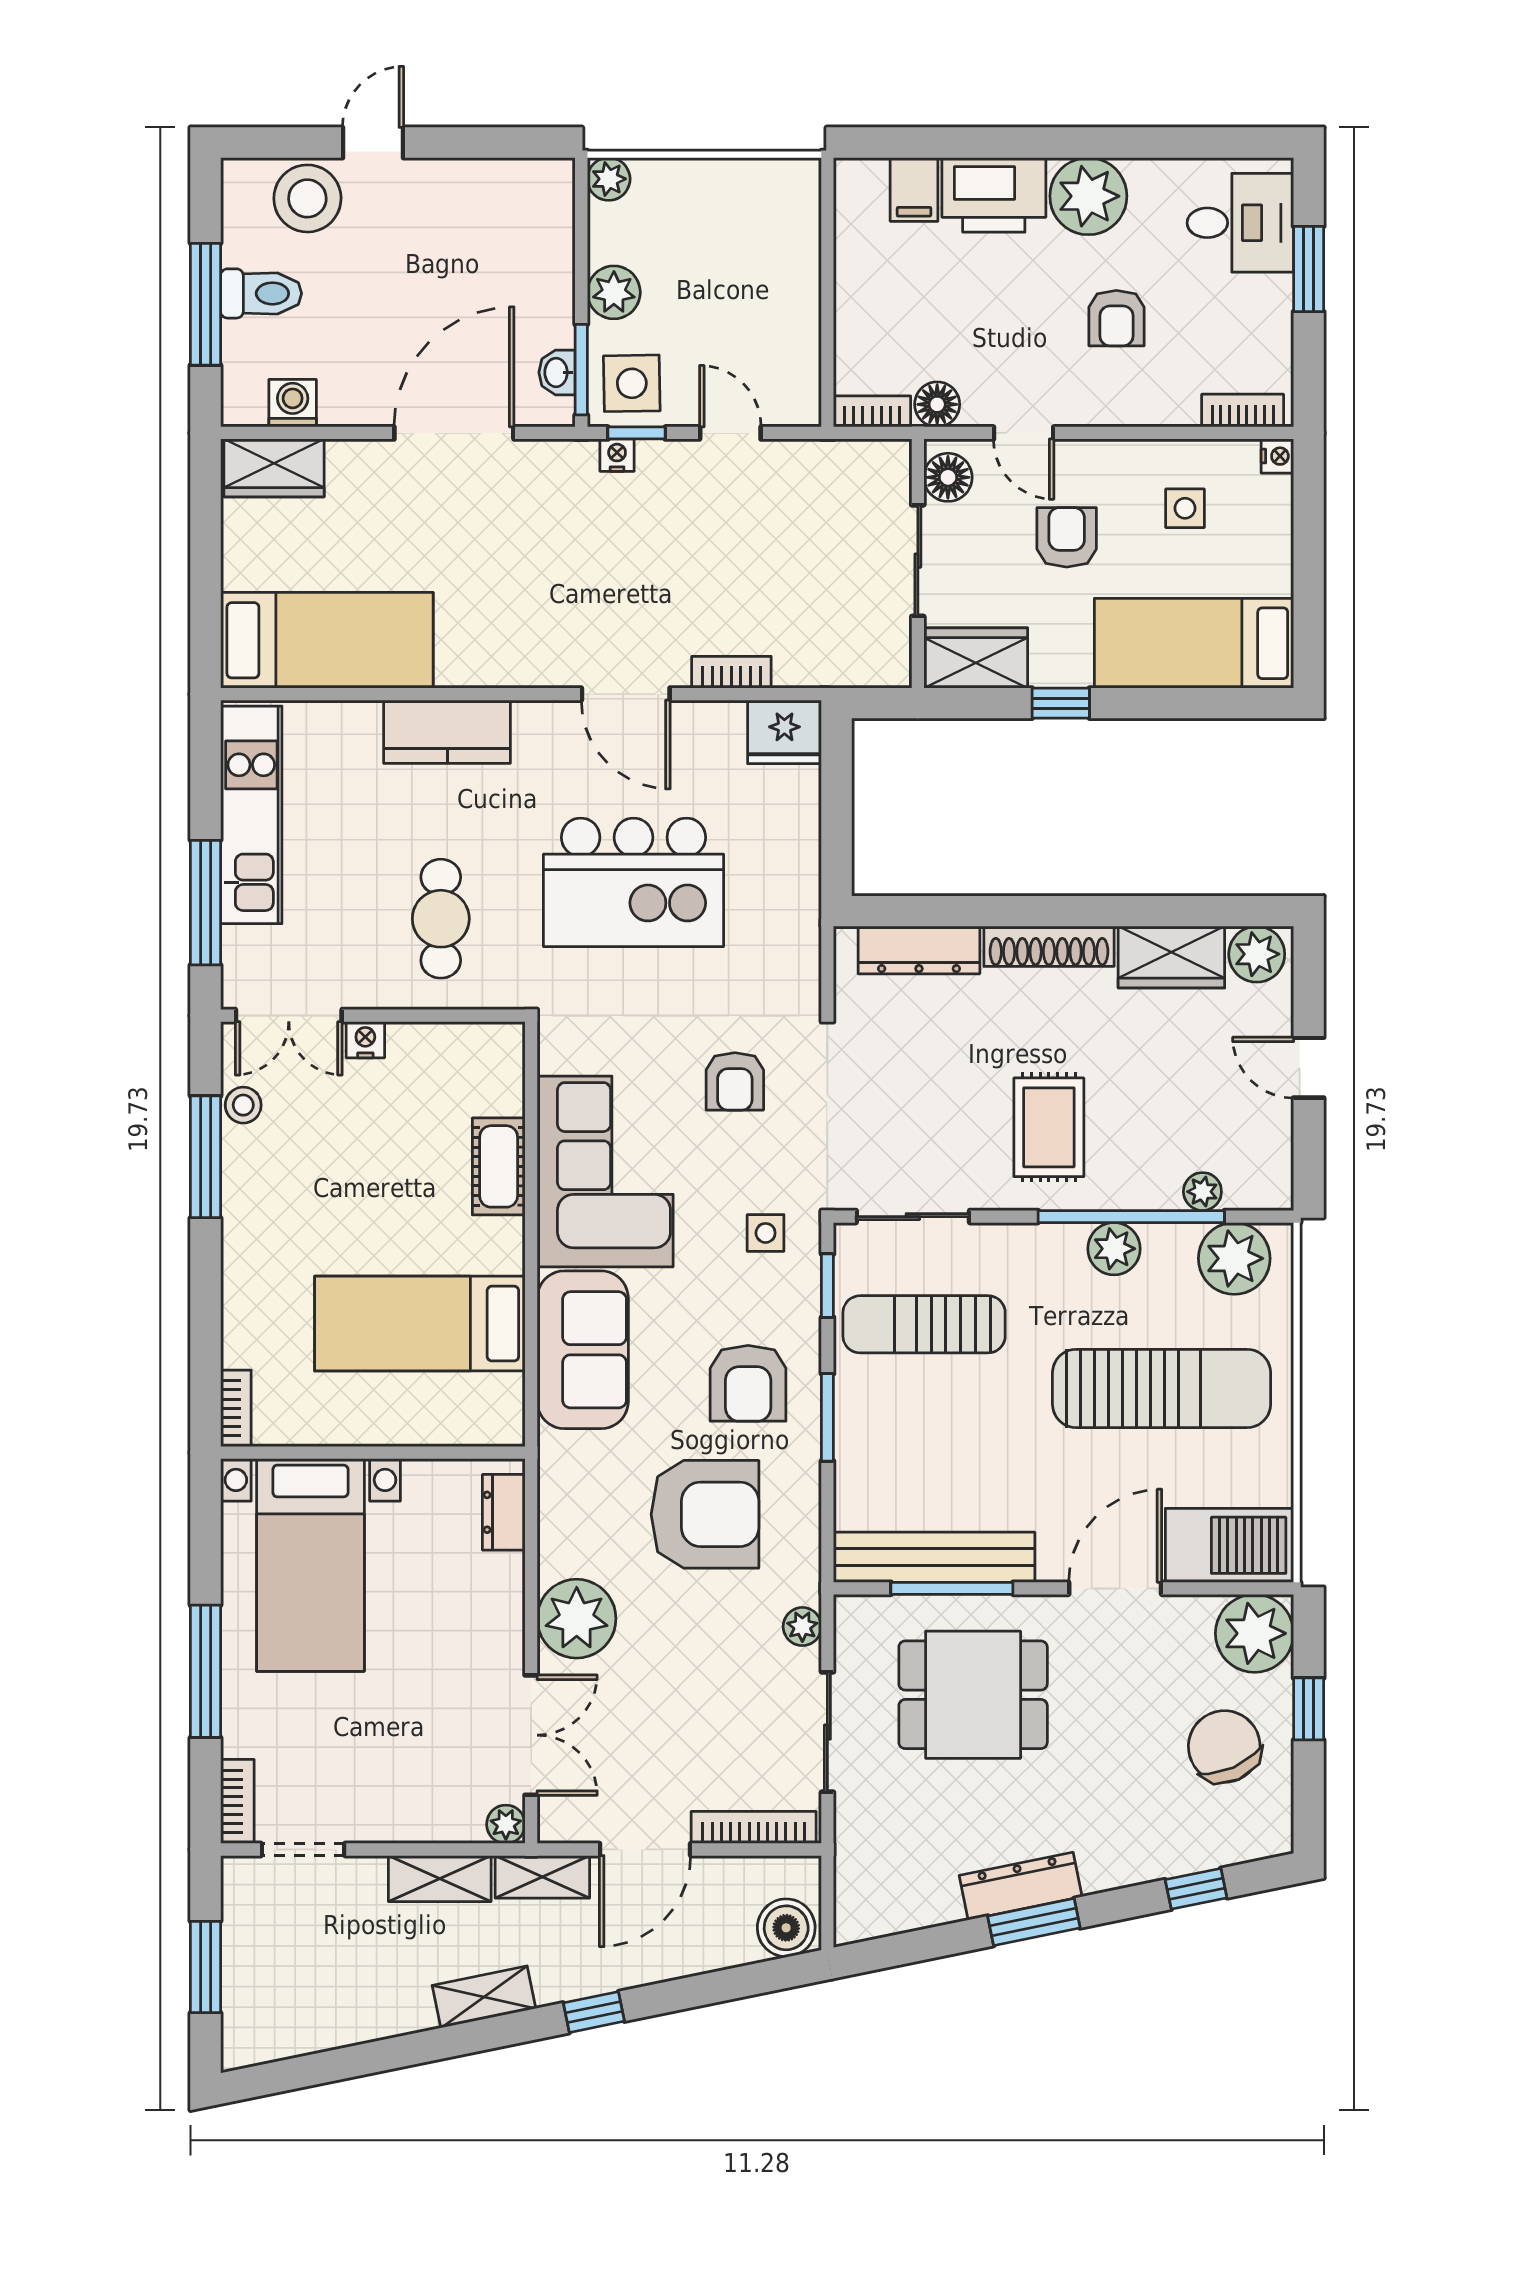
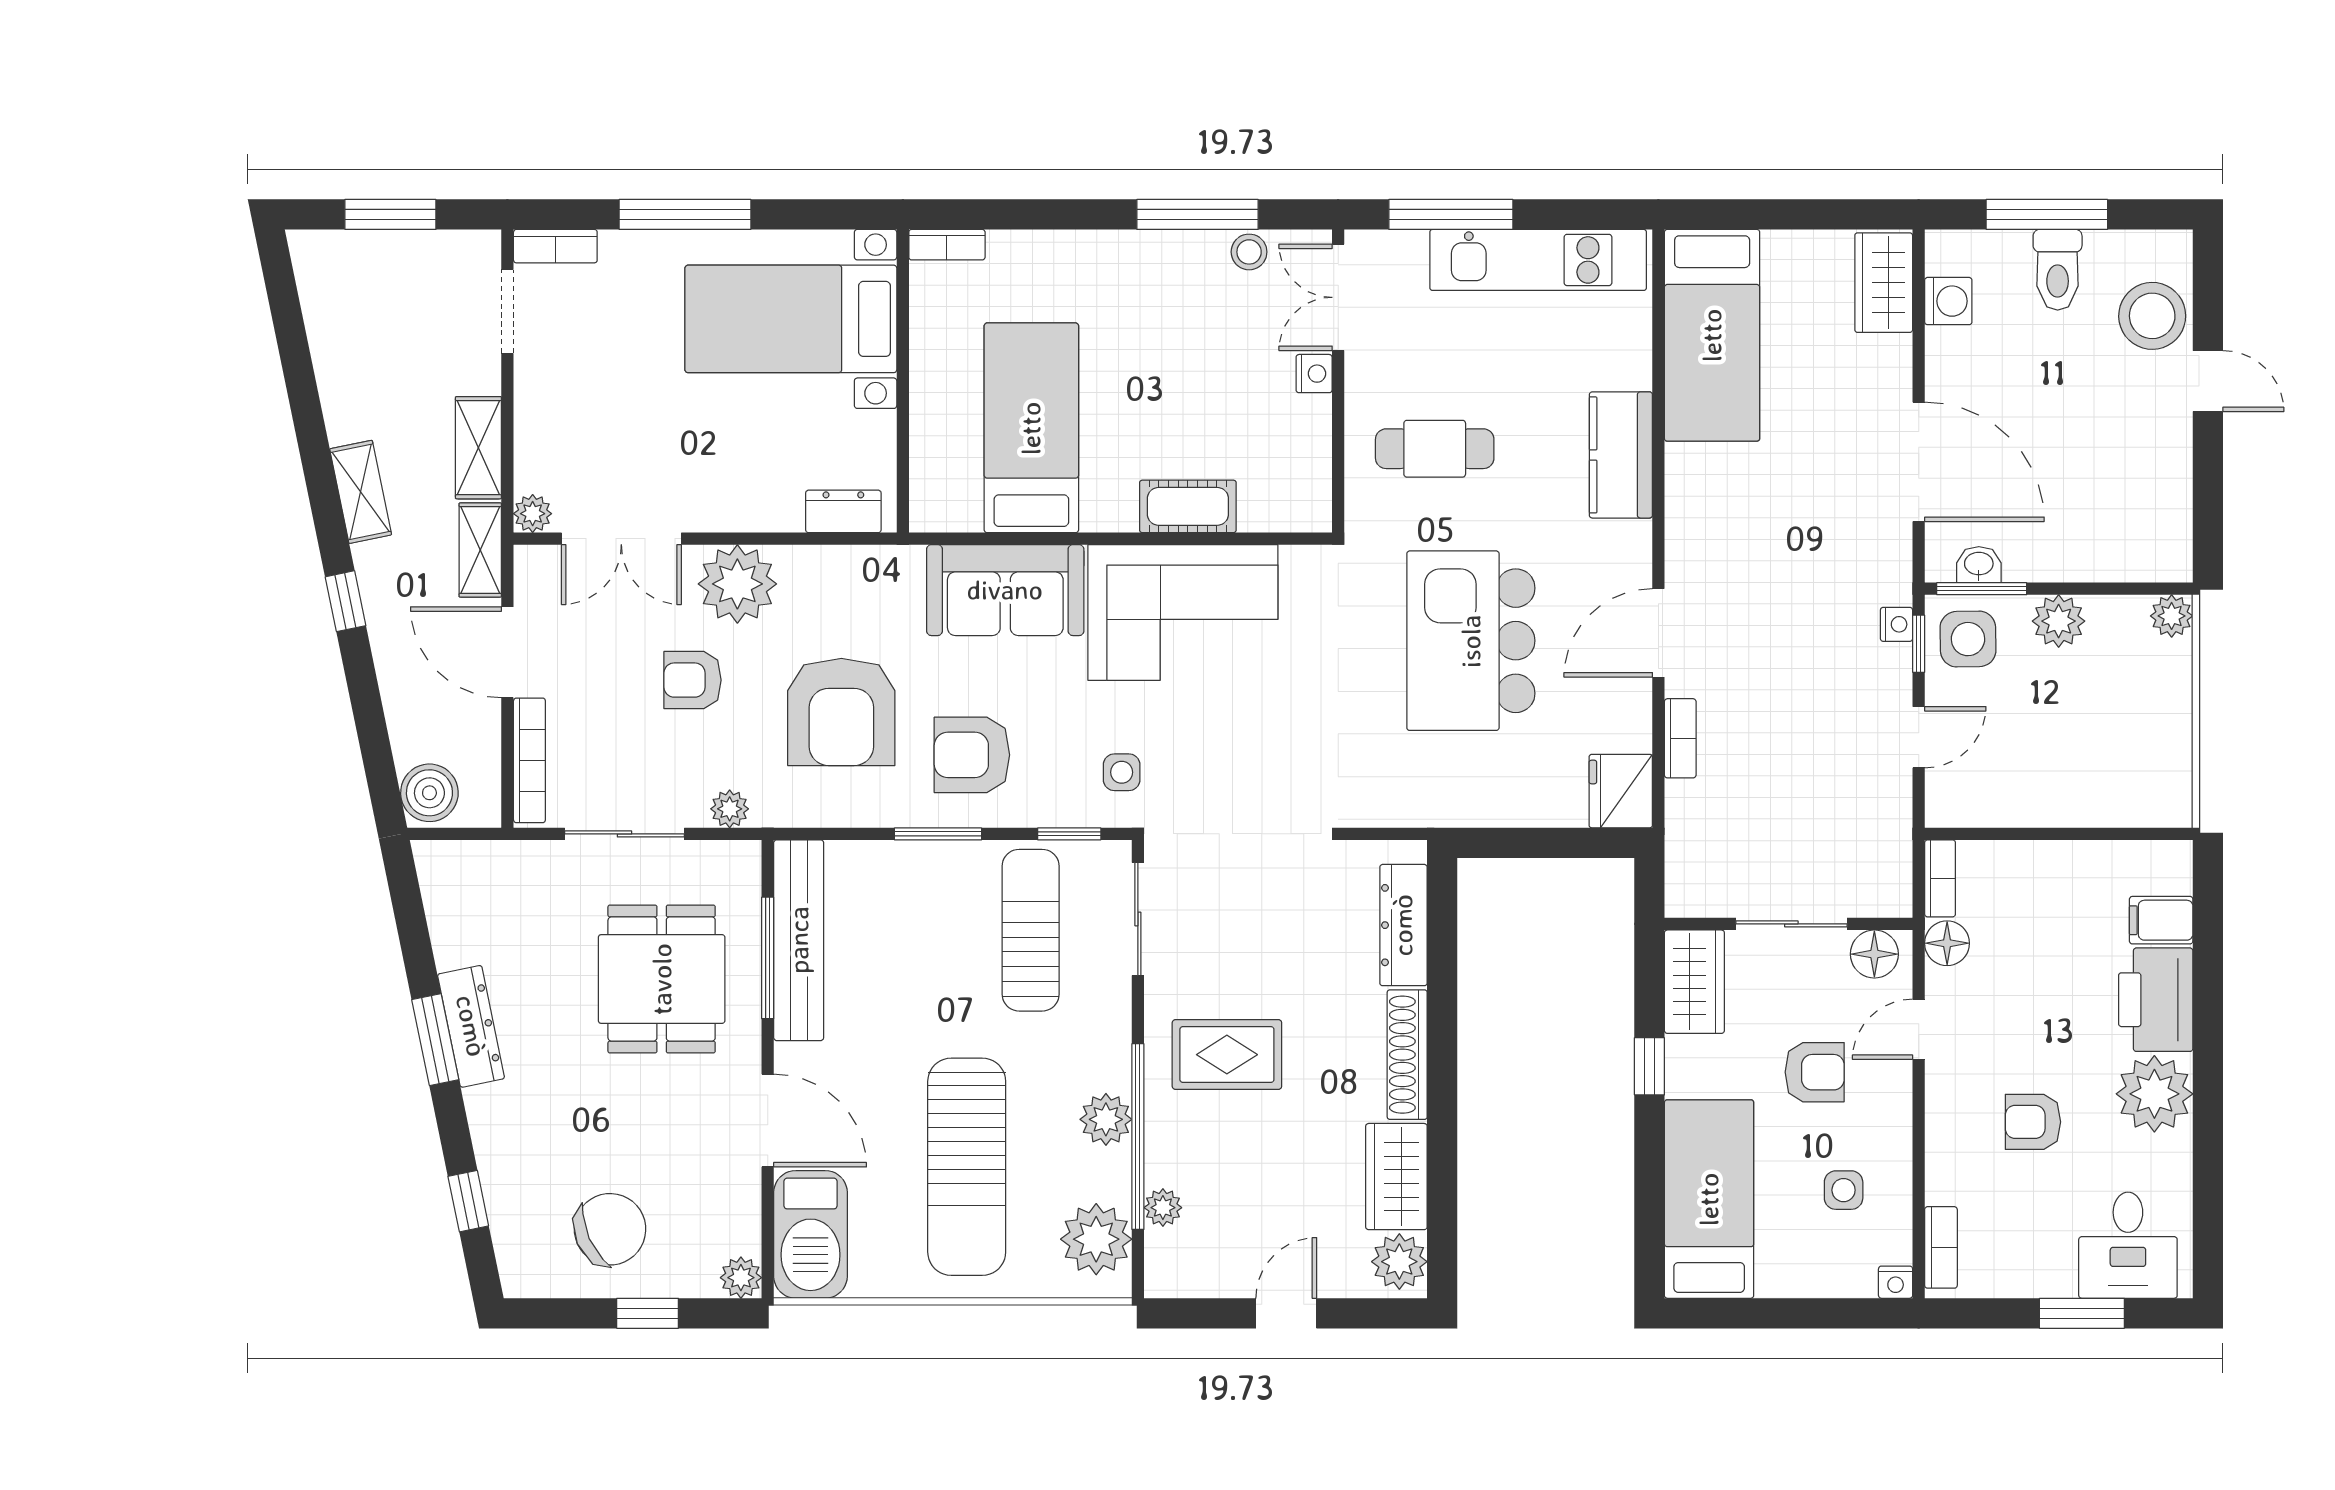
armchair: (735, 1081) -> (692, 680), moved
plant: (1255, 1633) -> (741, 1278), width x0.53, depth x0.53

